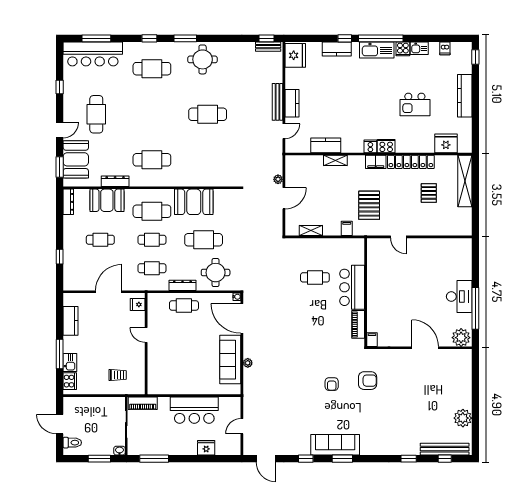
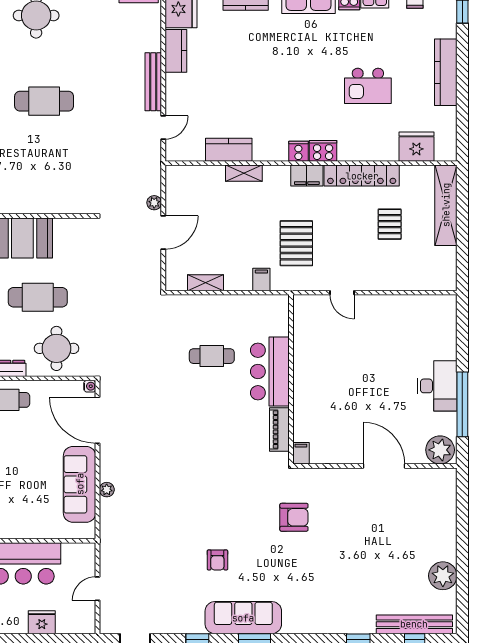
kitchen counter: (292, 103) -> (176, 51), moved
armchair: (332, 384) -> (217, 560), moved

